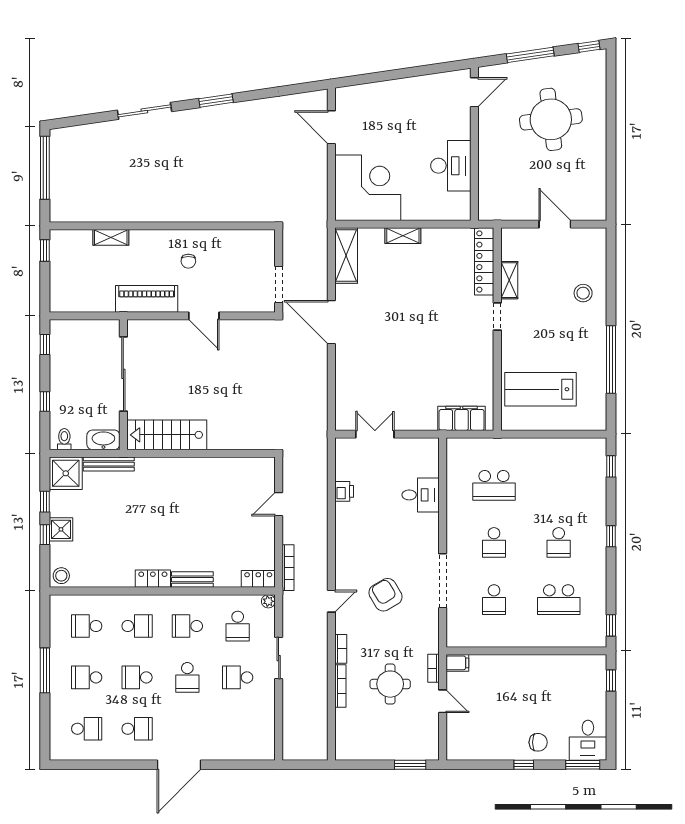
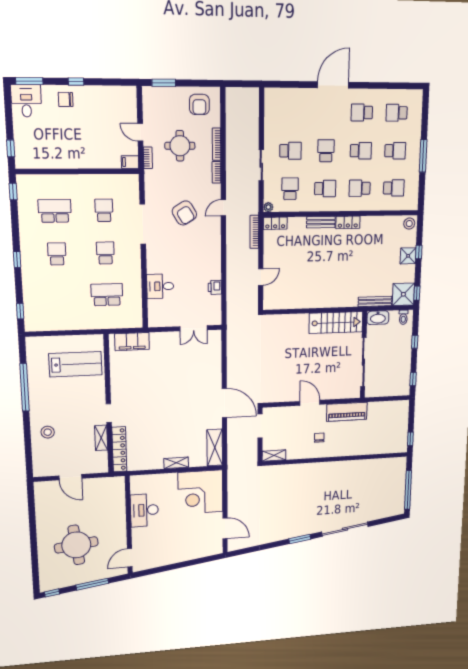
sliding door: (144, 111) -> (345, 529), width x1.36
shelving: (111, 237) -> (274, 456), moved
window: (45, 502) -> (417, 293), moved
armchair: (363, 737) -> (199, 104), added

